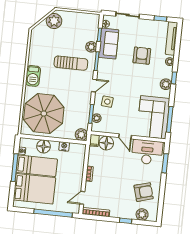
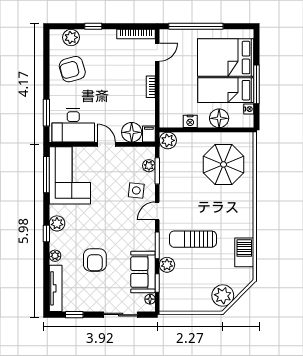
barbecue: (33, 76) -> (244, 252), moved
parasol: (44, 113) -> (224, 164), width x0.73, depth x0.73

